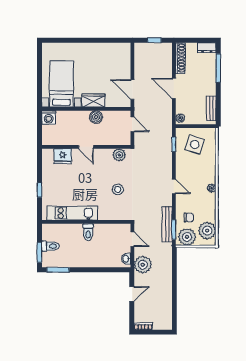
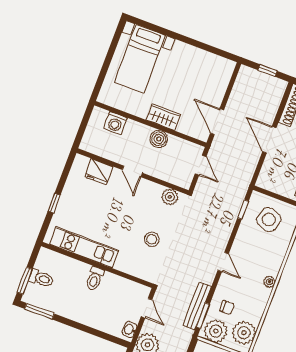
bed with nightstands: (61, 84) -> (140, 59), moved, turned 180
washing machine: (49, 117) -> (115, 123), moved
plant: (180, 118) -> (263, 180), removed

